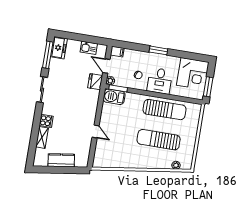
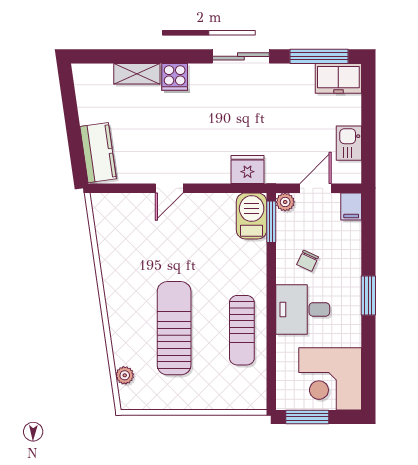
fridge: (95, 82) -> (247, 169), moved
sun lounger: (164, 110) -> (242, 330), width x0.73, depth x0.75
kitchen counter: (61, 160) -> (98, 153), moved

